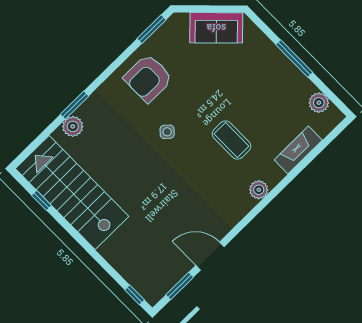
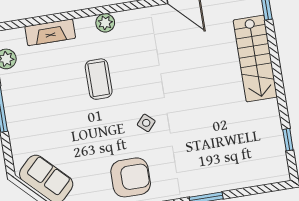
plant: (73, 126) -> (220, 182), removed
stairs: (72, 193) -> (255, 59), moved, width x0.73, depth x0.66

